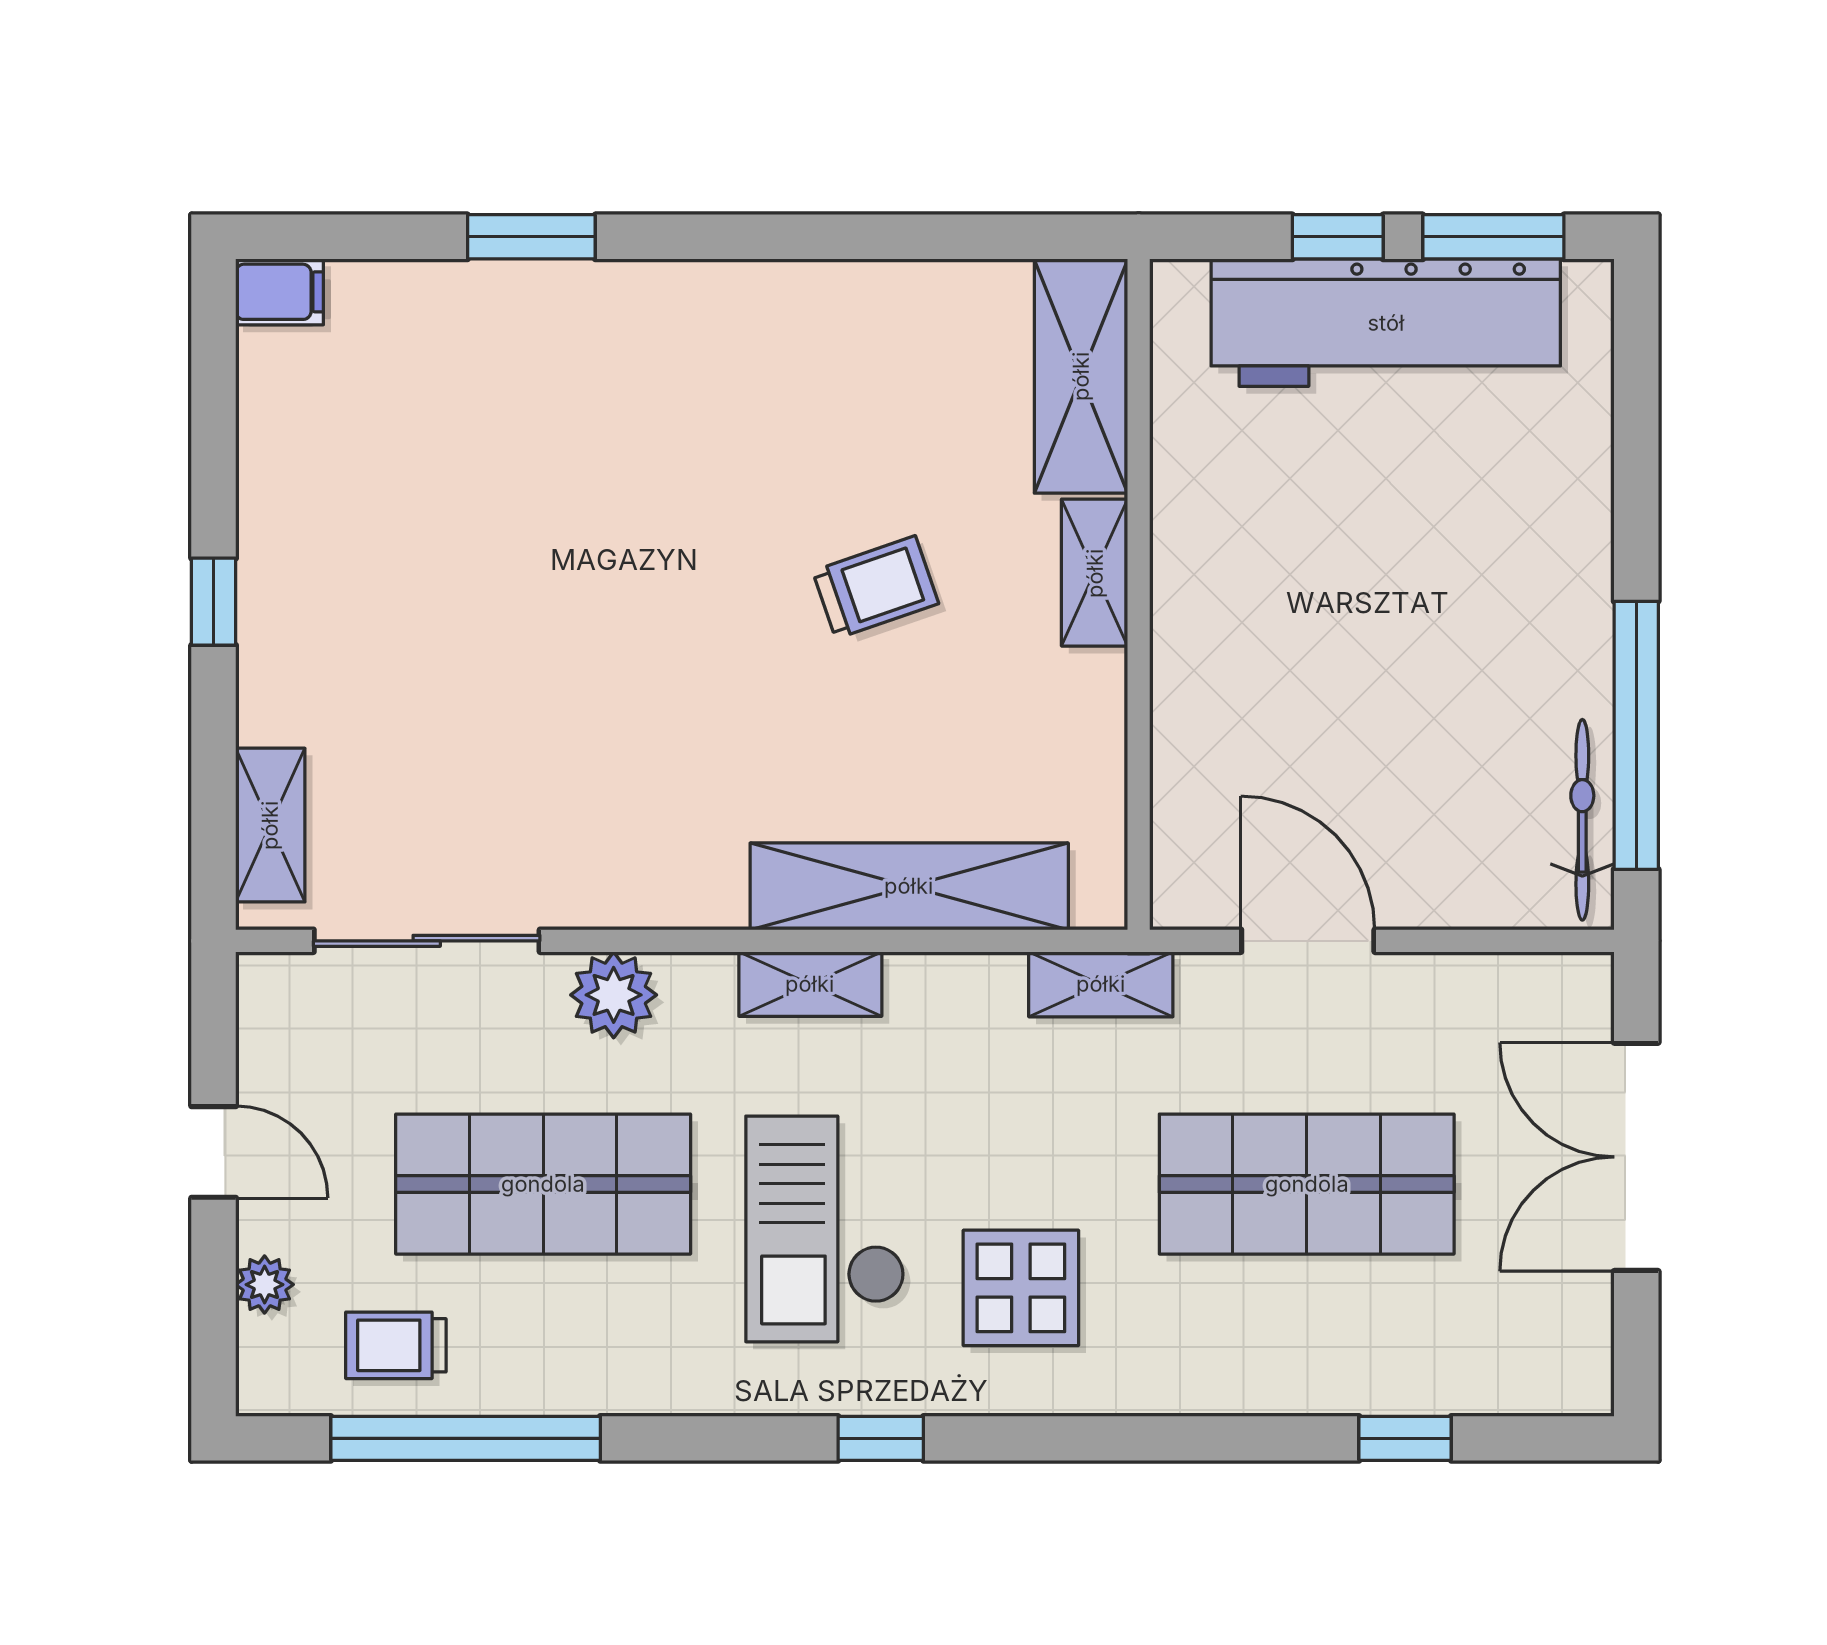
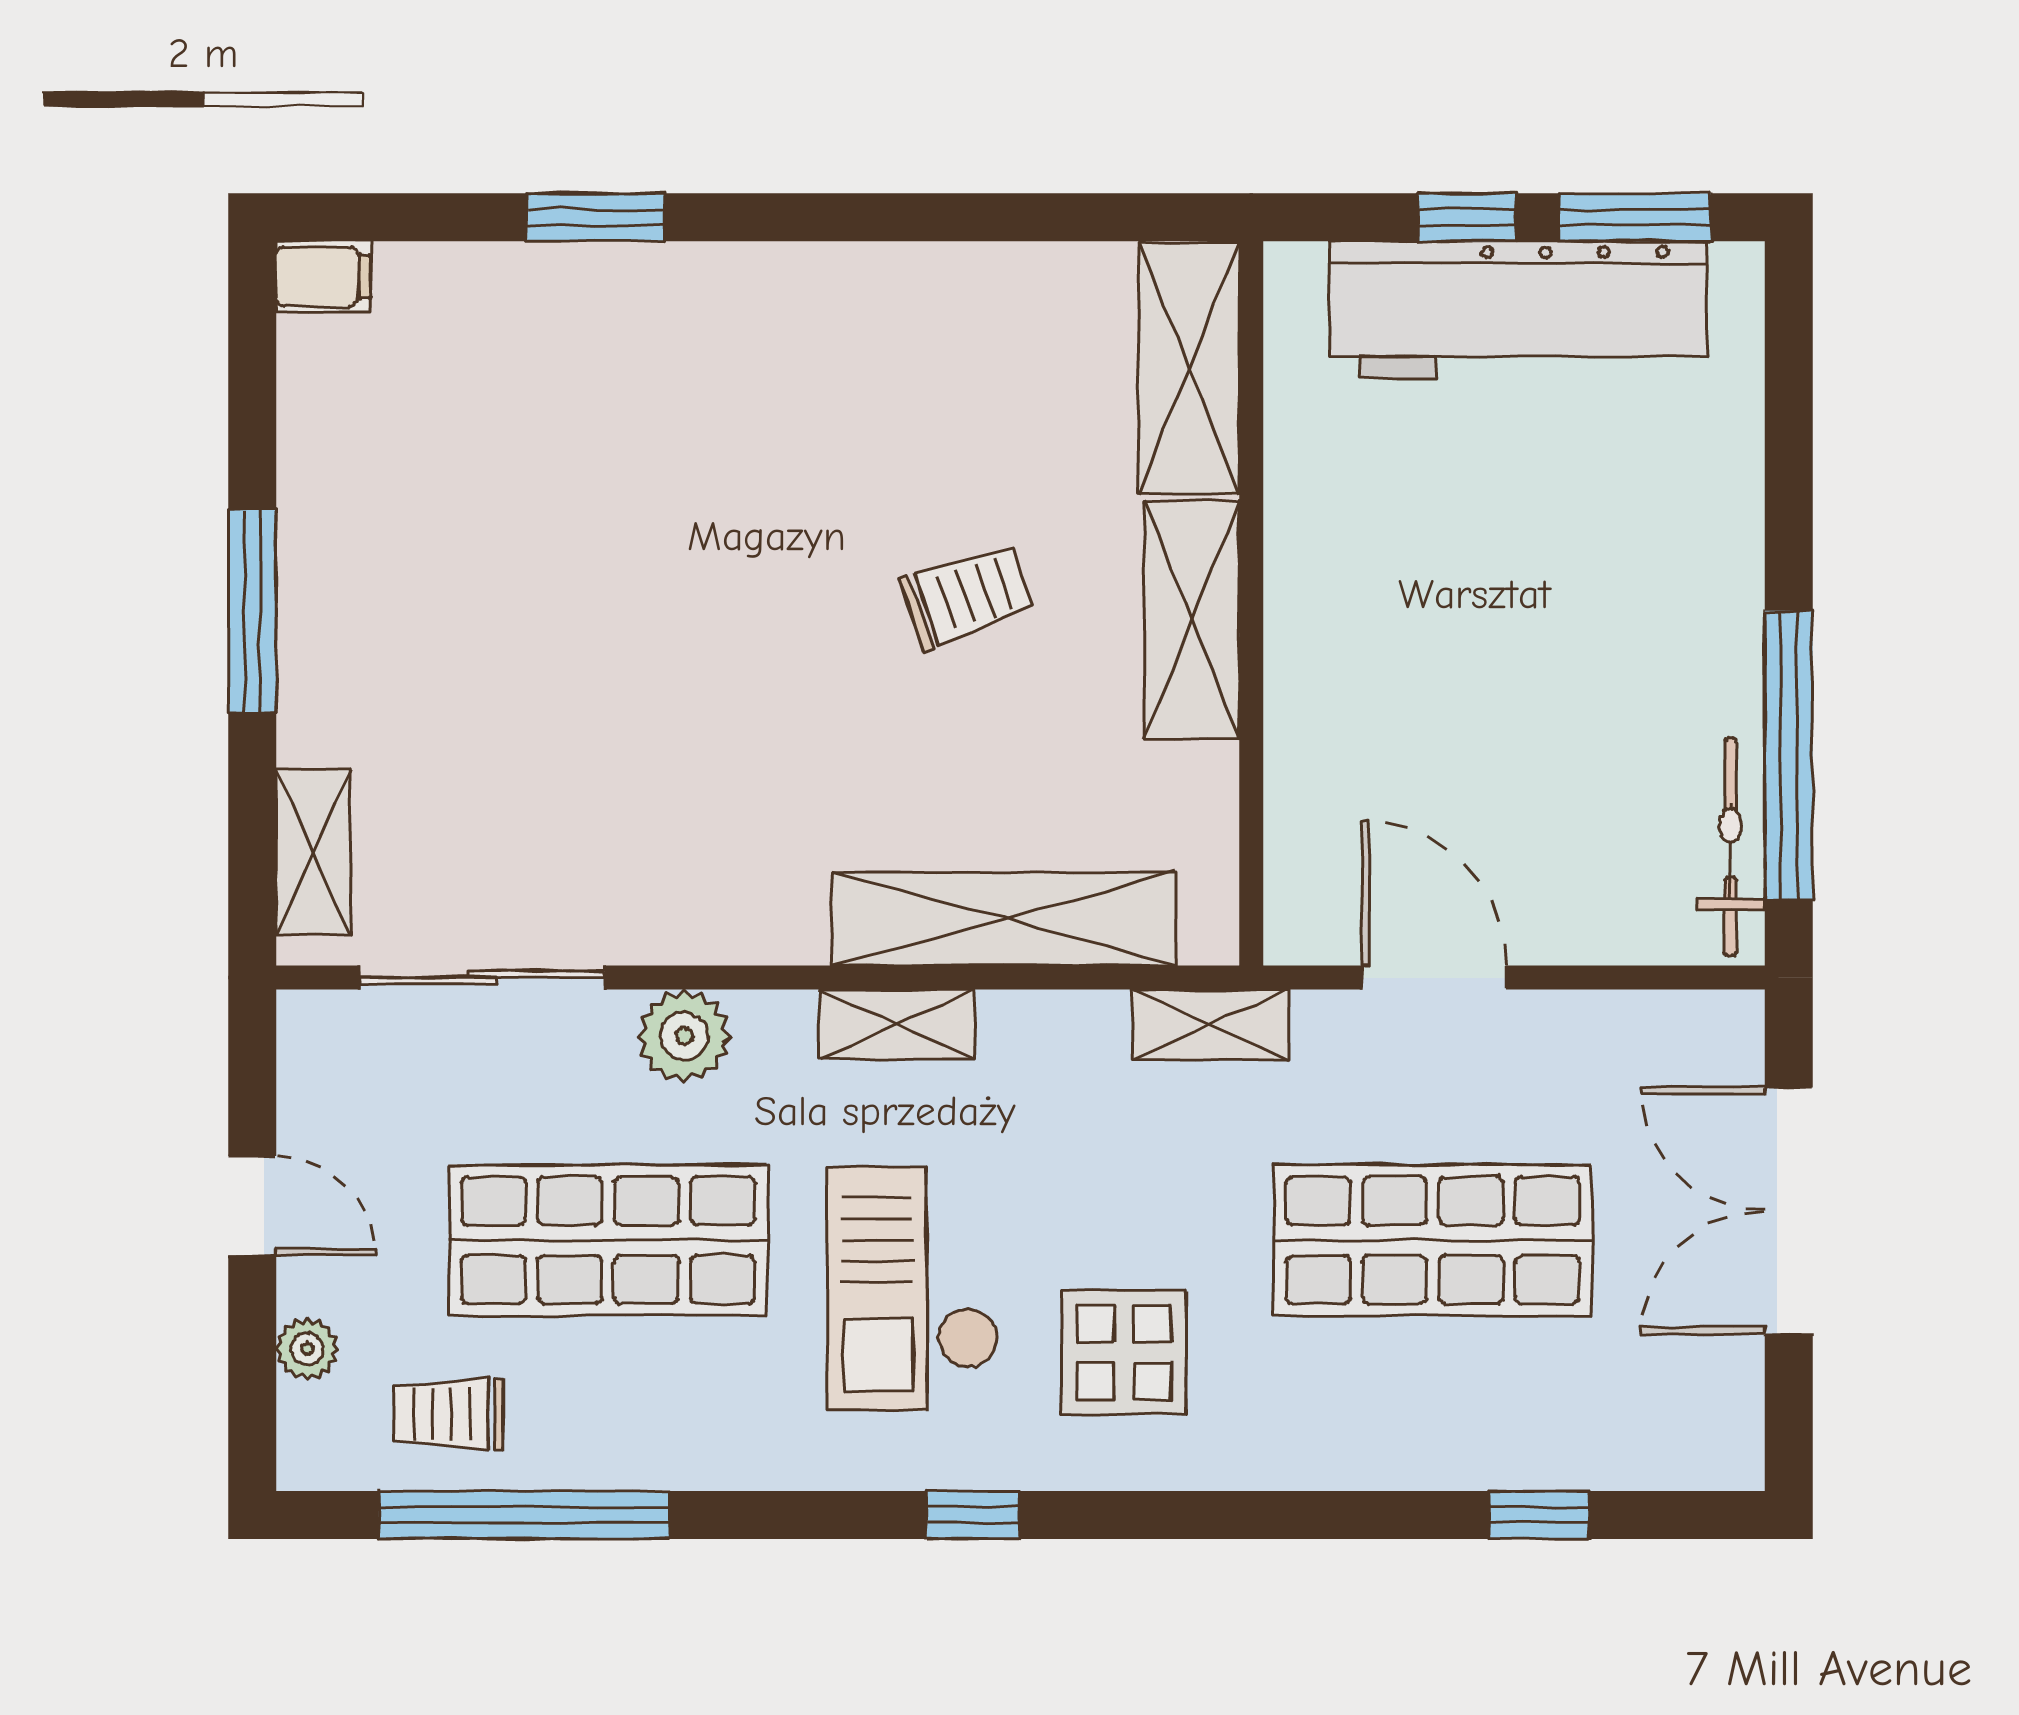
shelving: (1095, 573) -> (1192, 619), width x1.50, depth x1.33
window: (214, 602) -> (252, 611), width x2.17

